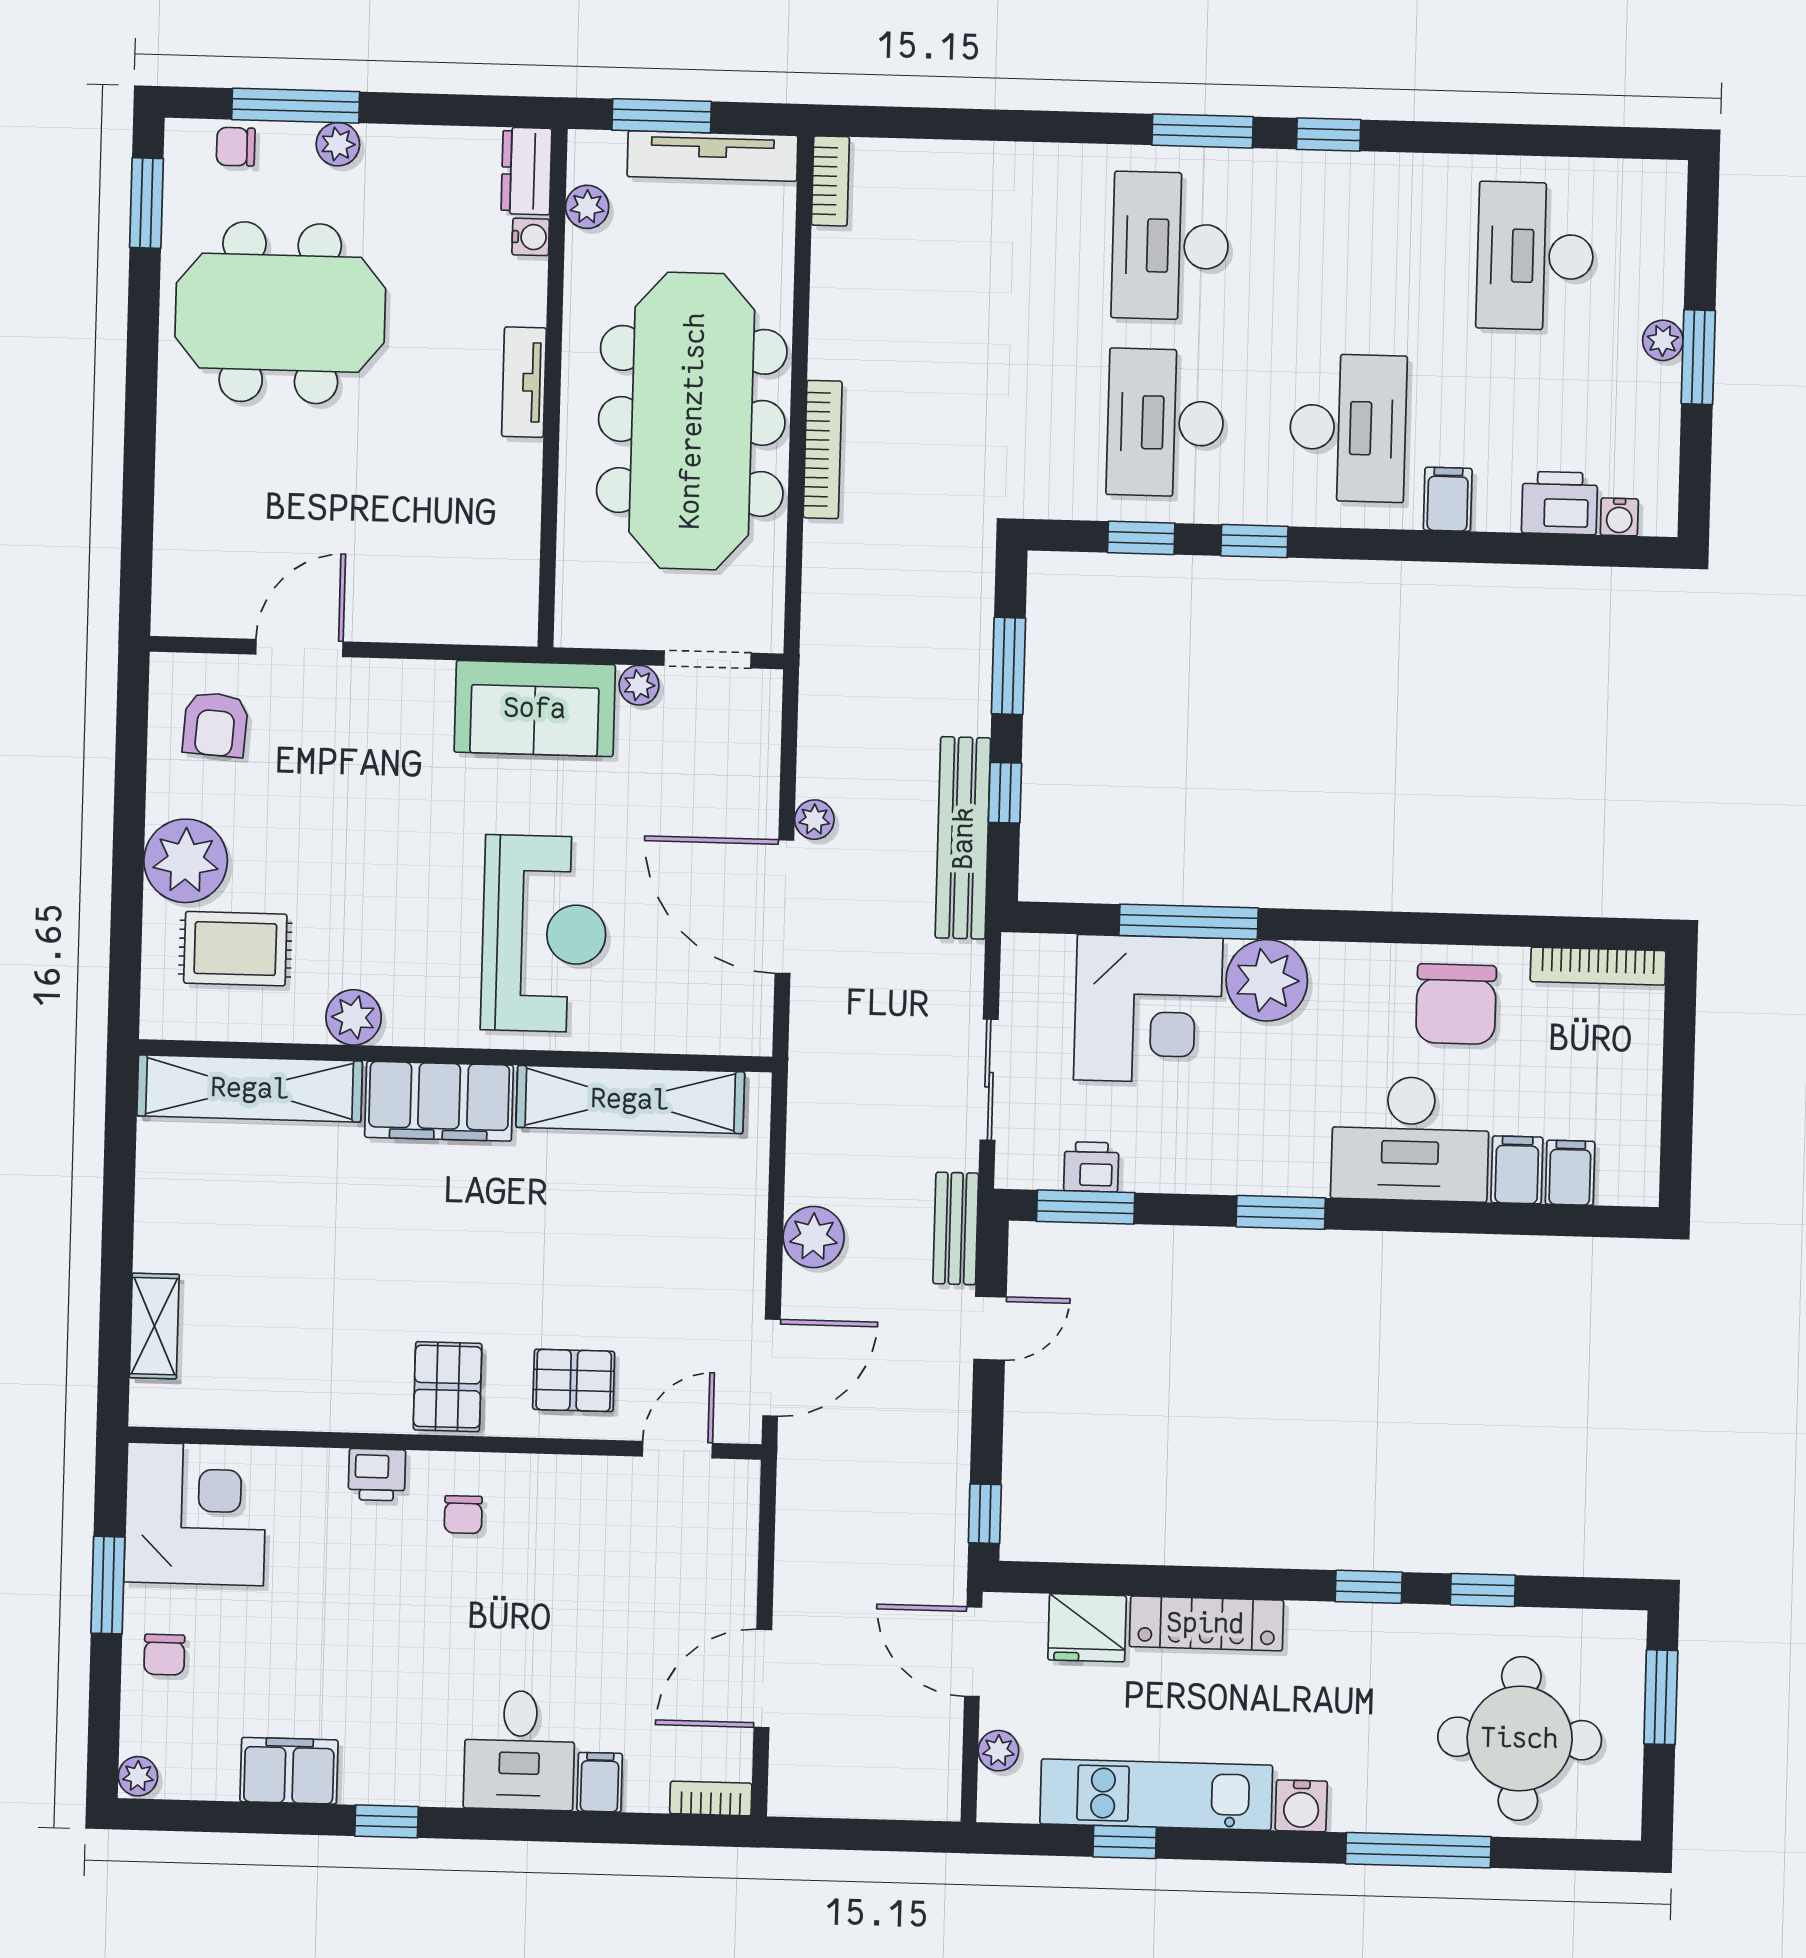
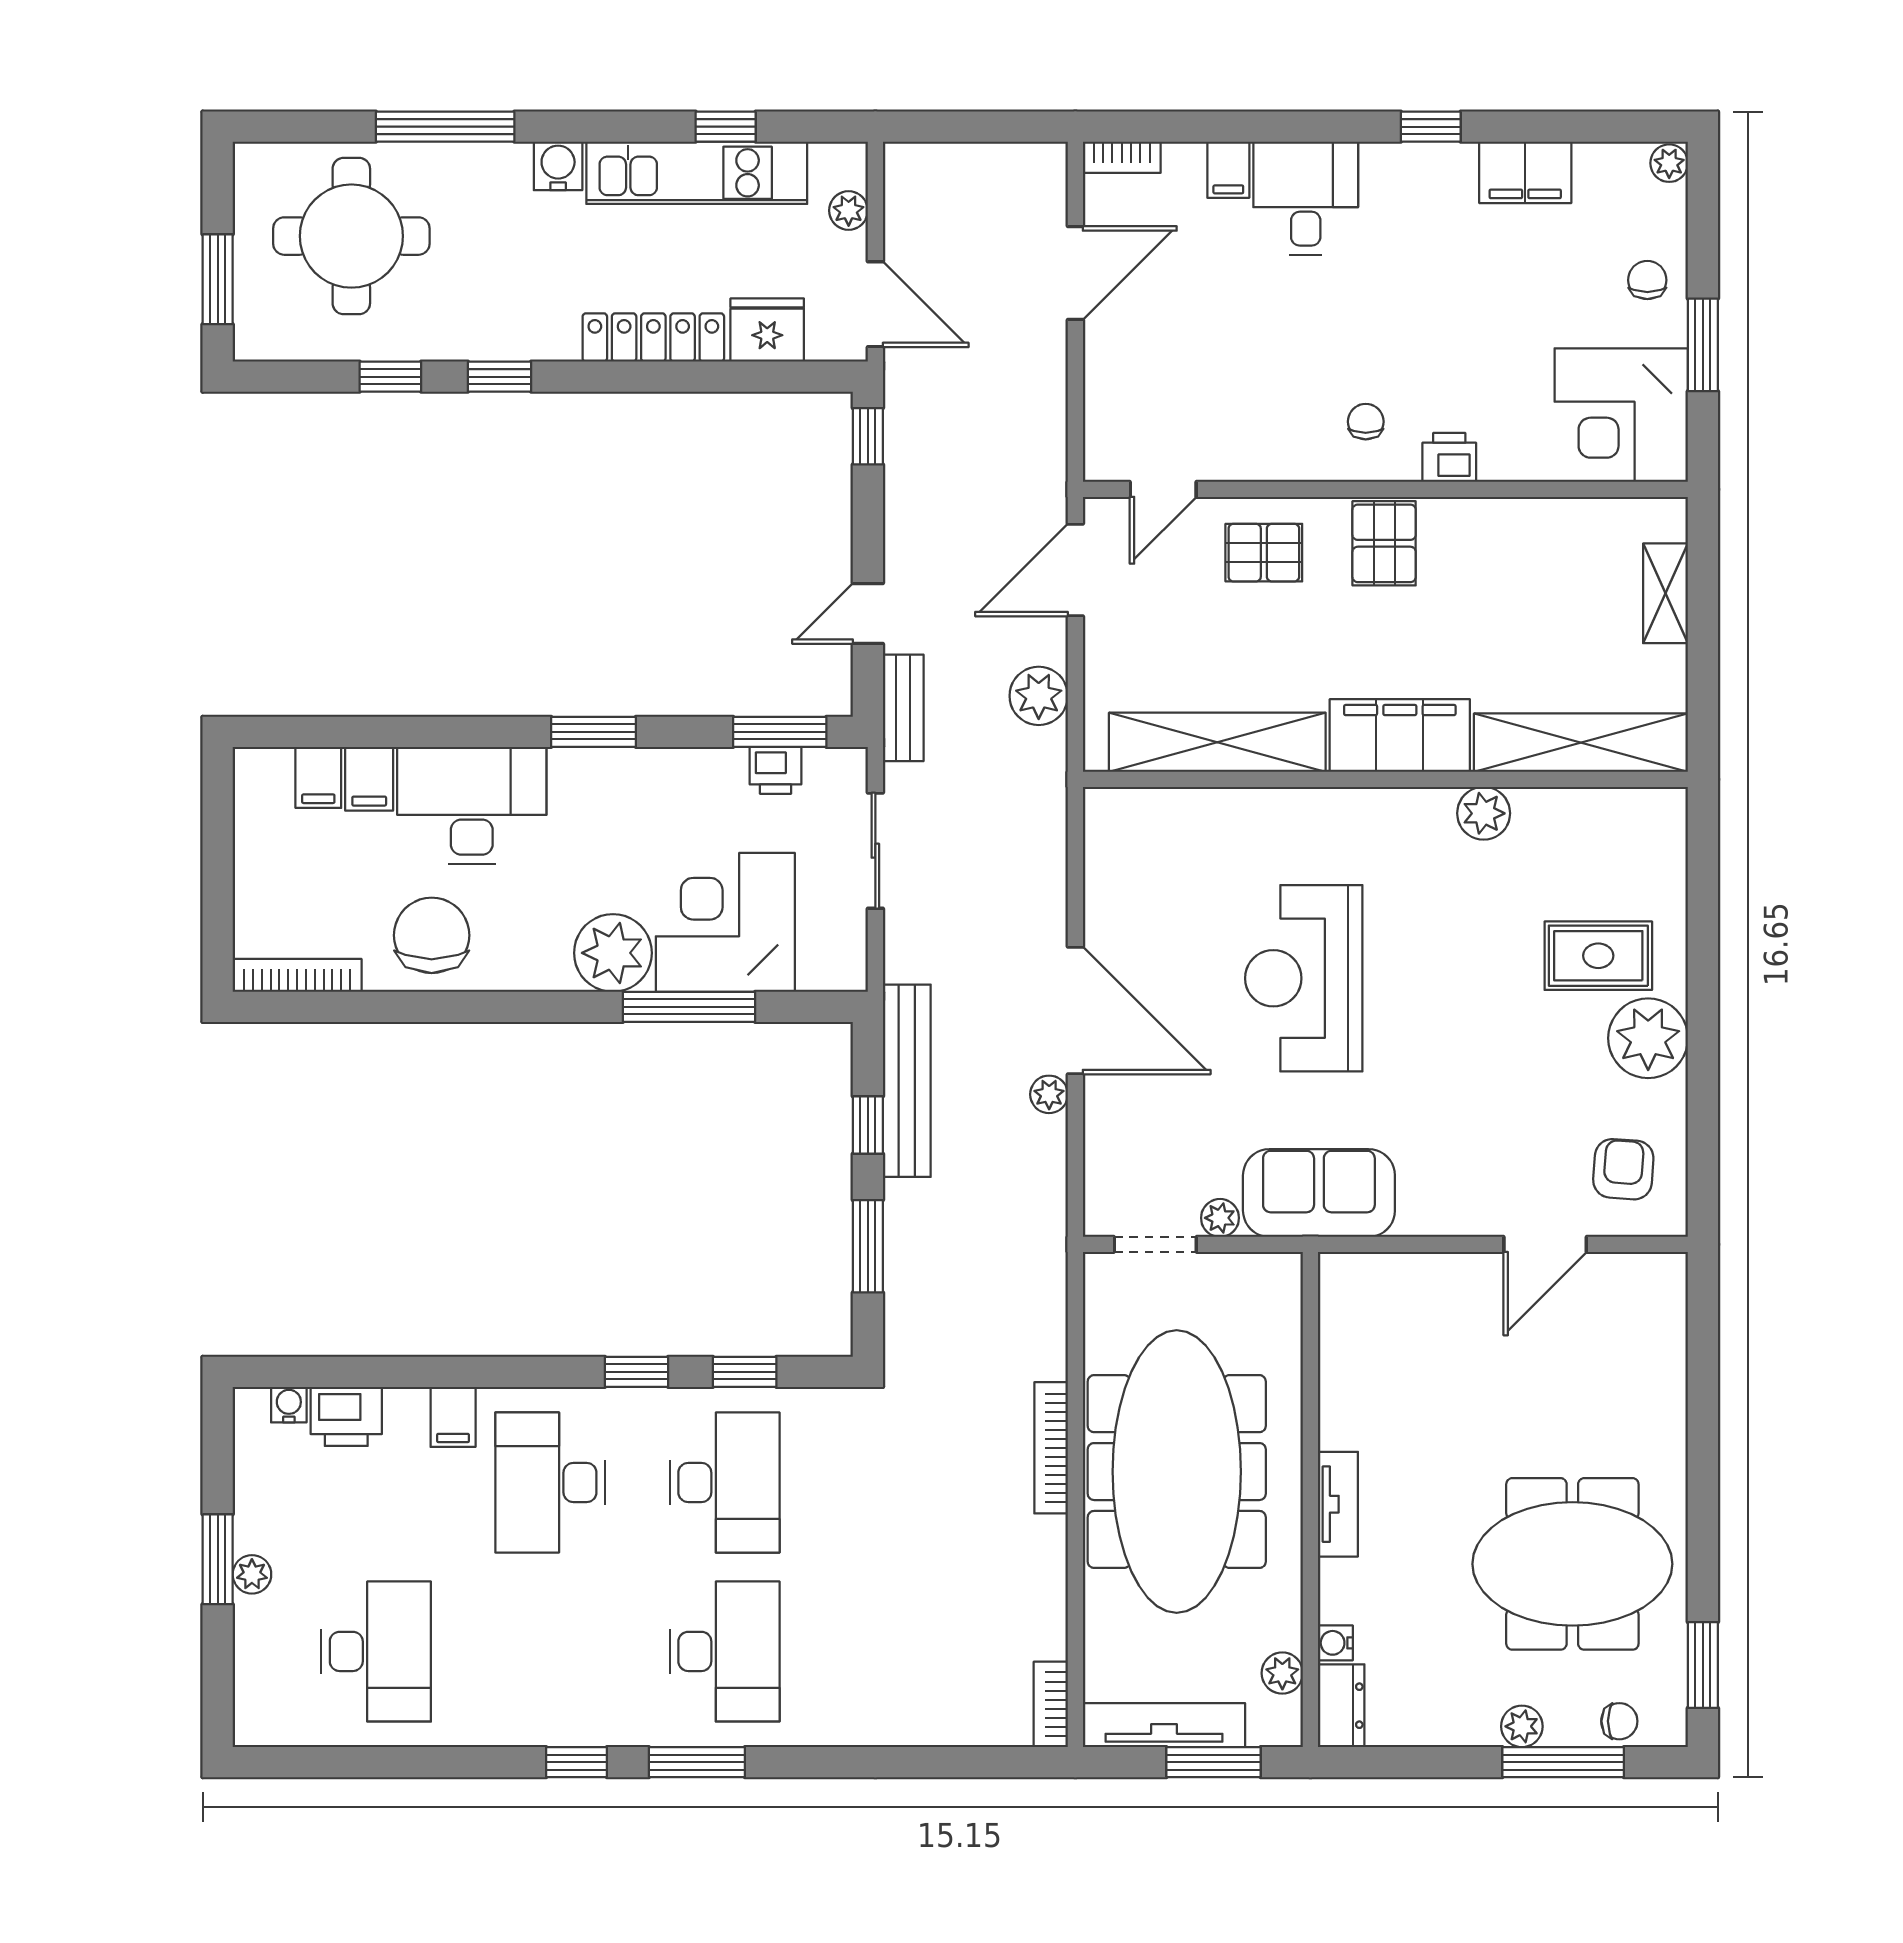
plant: (354, 1017) -> (1484, 813), moved
wall: (455, 1056) -> (1385, 779), moved
shelving: (250, 1088) -> (1581, 743), moved
shelving: (630, 1099) -> (1217, 742), moved
filing cabinet: (439, 1101) -> (1400, 735), moved

